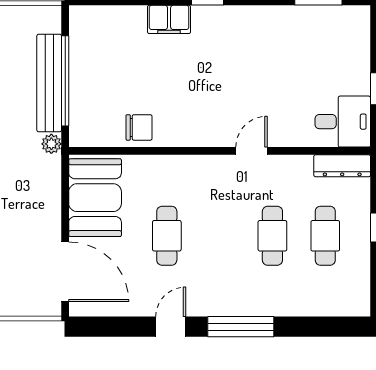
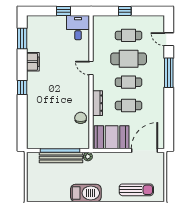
filing cabinet: (169, 19) -> (33, 62), moved
dresser: (342, 166) -> (98, 103), moved
cafe table: (220, 236) -> (129, 82), added
cafe table: (272, 236) -> (129, 59), width x1.37, depth x1.35
door: (171, 327) -> (169, 39), moved

